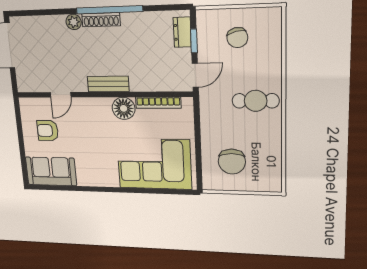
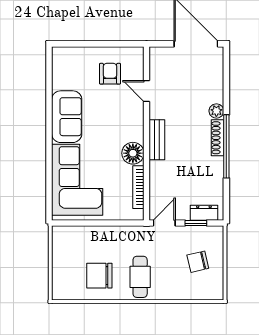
door: (195, 75) -> (164, 223), swing flipped
chair: (232, 162) -> (99, 276), moved
sofa: (51, 171) -> (67, 117), moved

